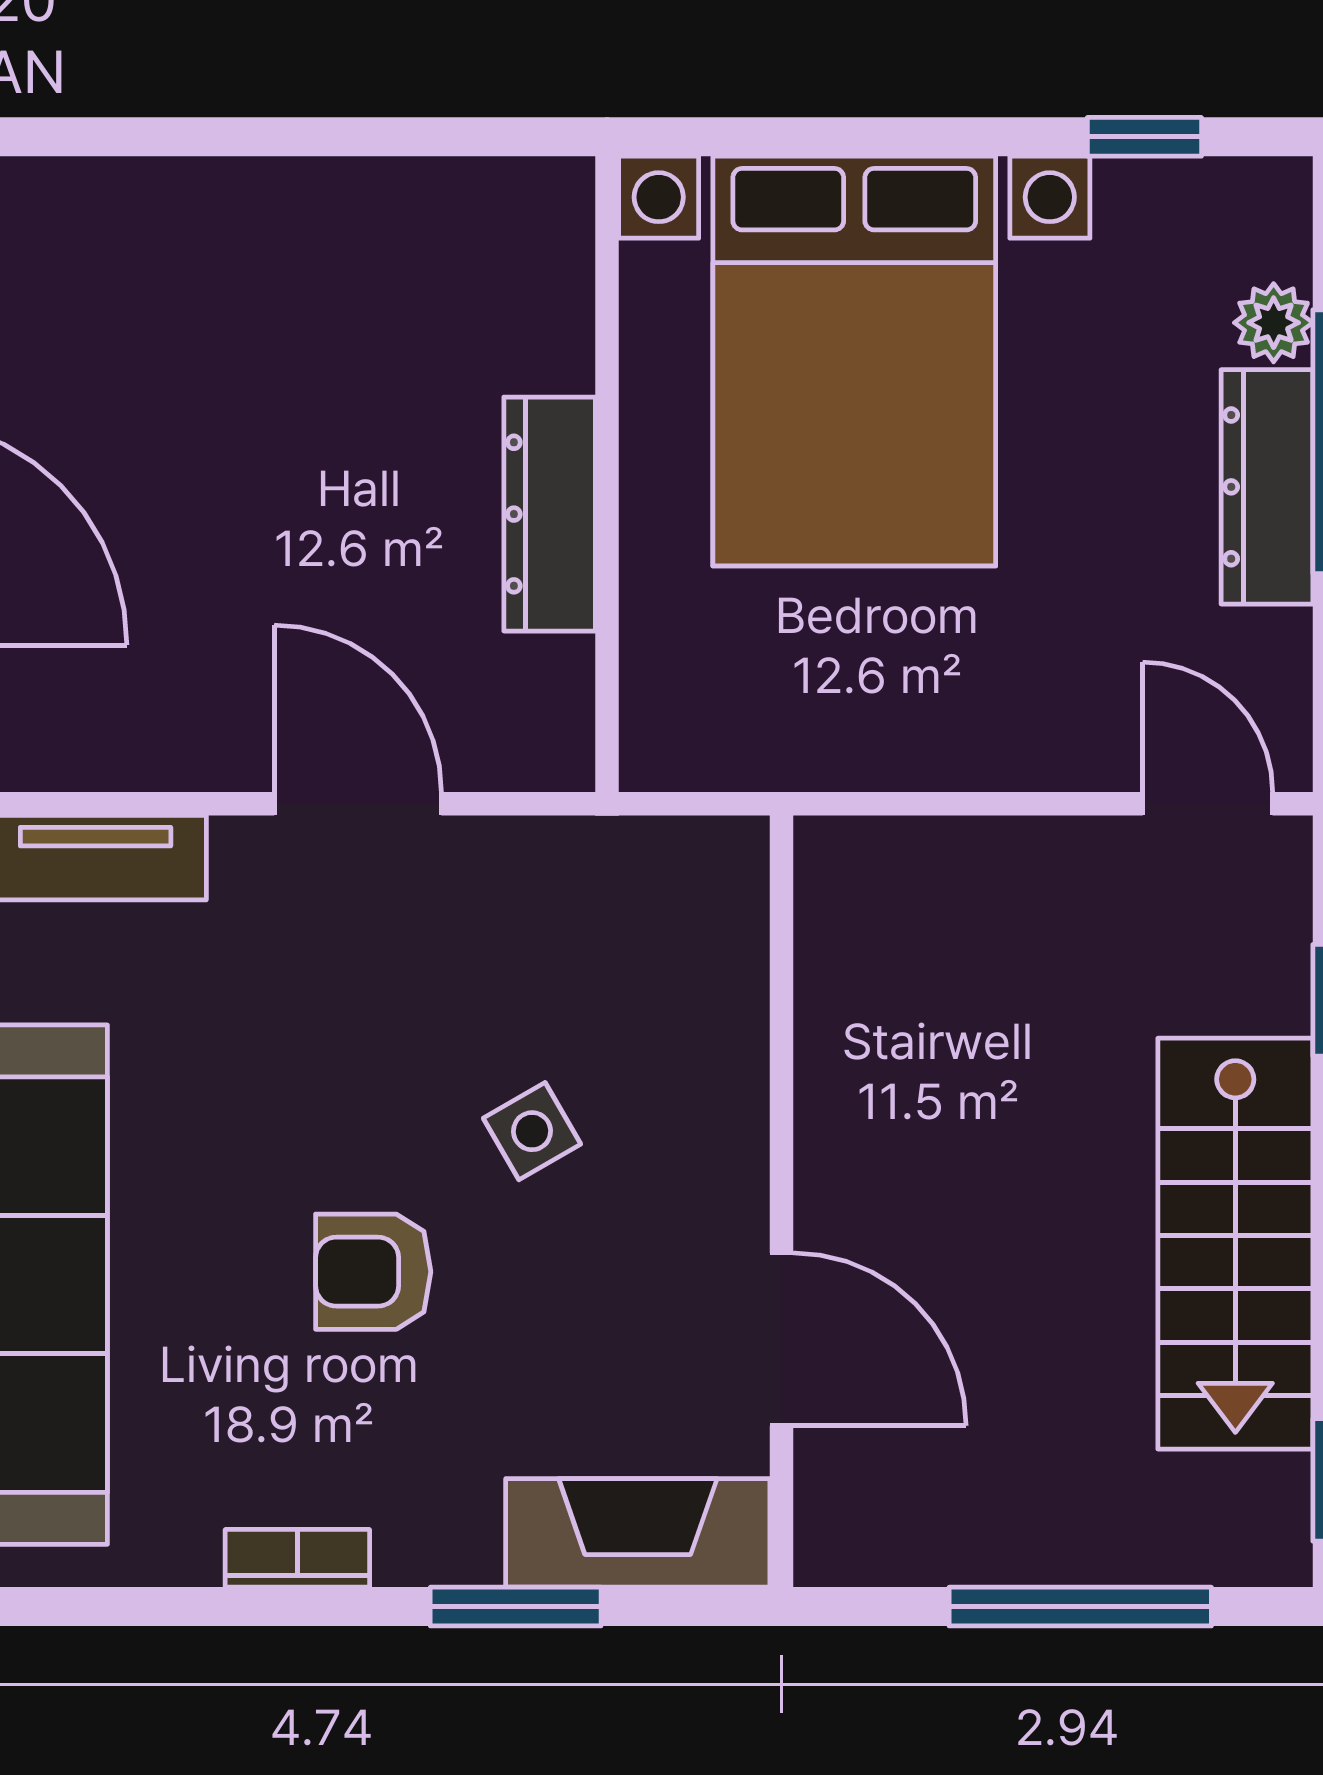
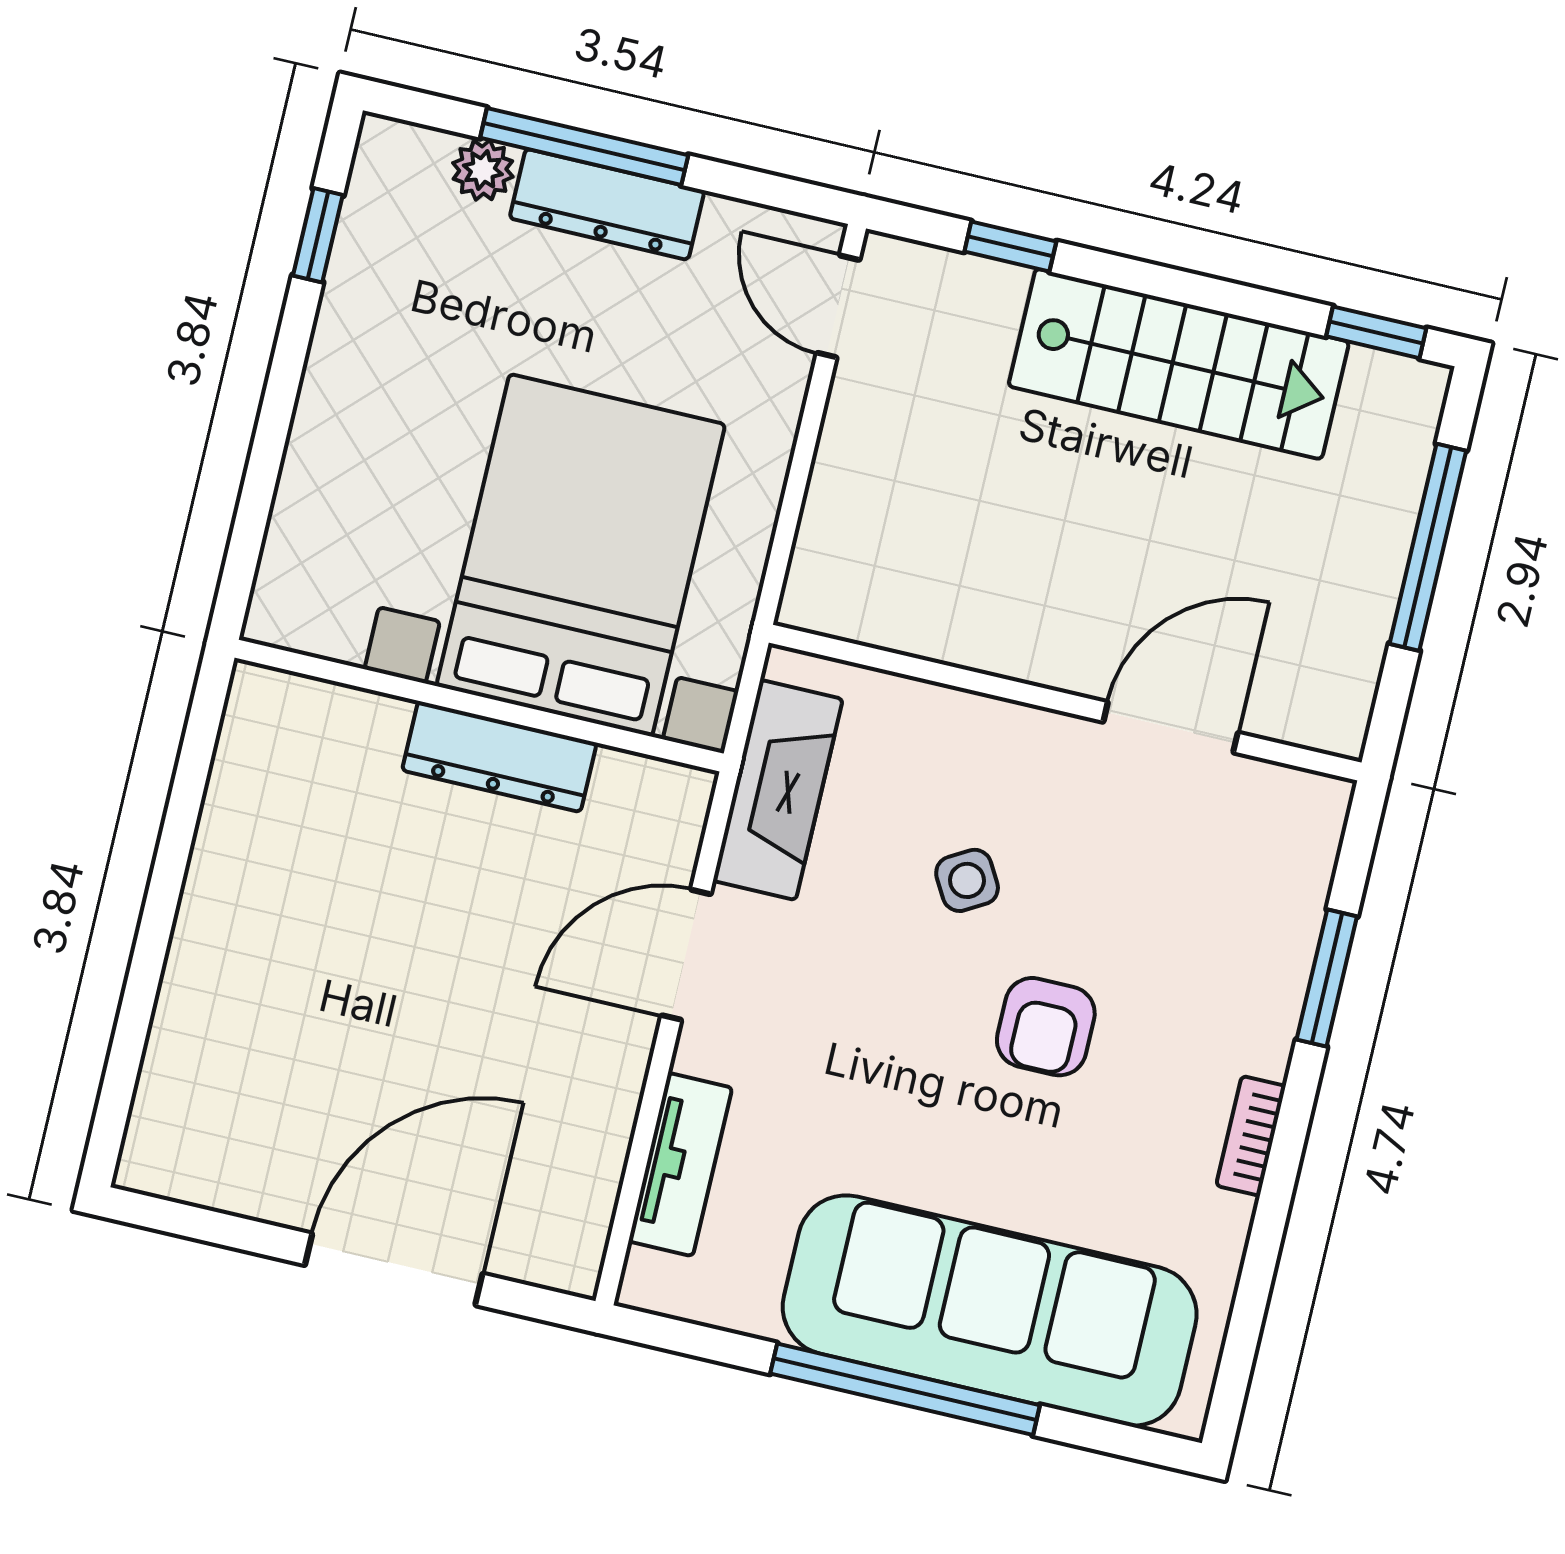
bed with nightstands: (854, 361) -> (581, 555), moved, turned -90
door: (1208, 804) -> (838, 306), hinge flipped
fireplace: (638, 1533) -> (778, 790), moved, turned 180

